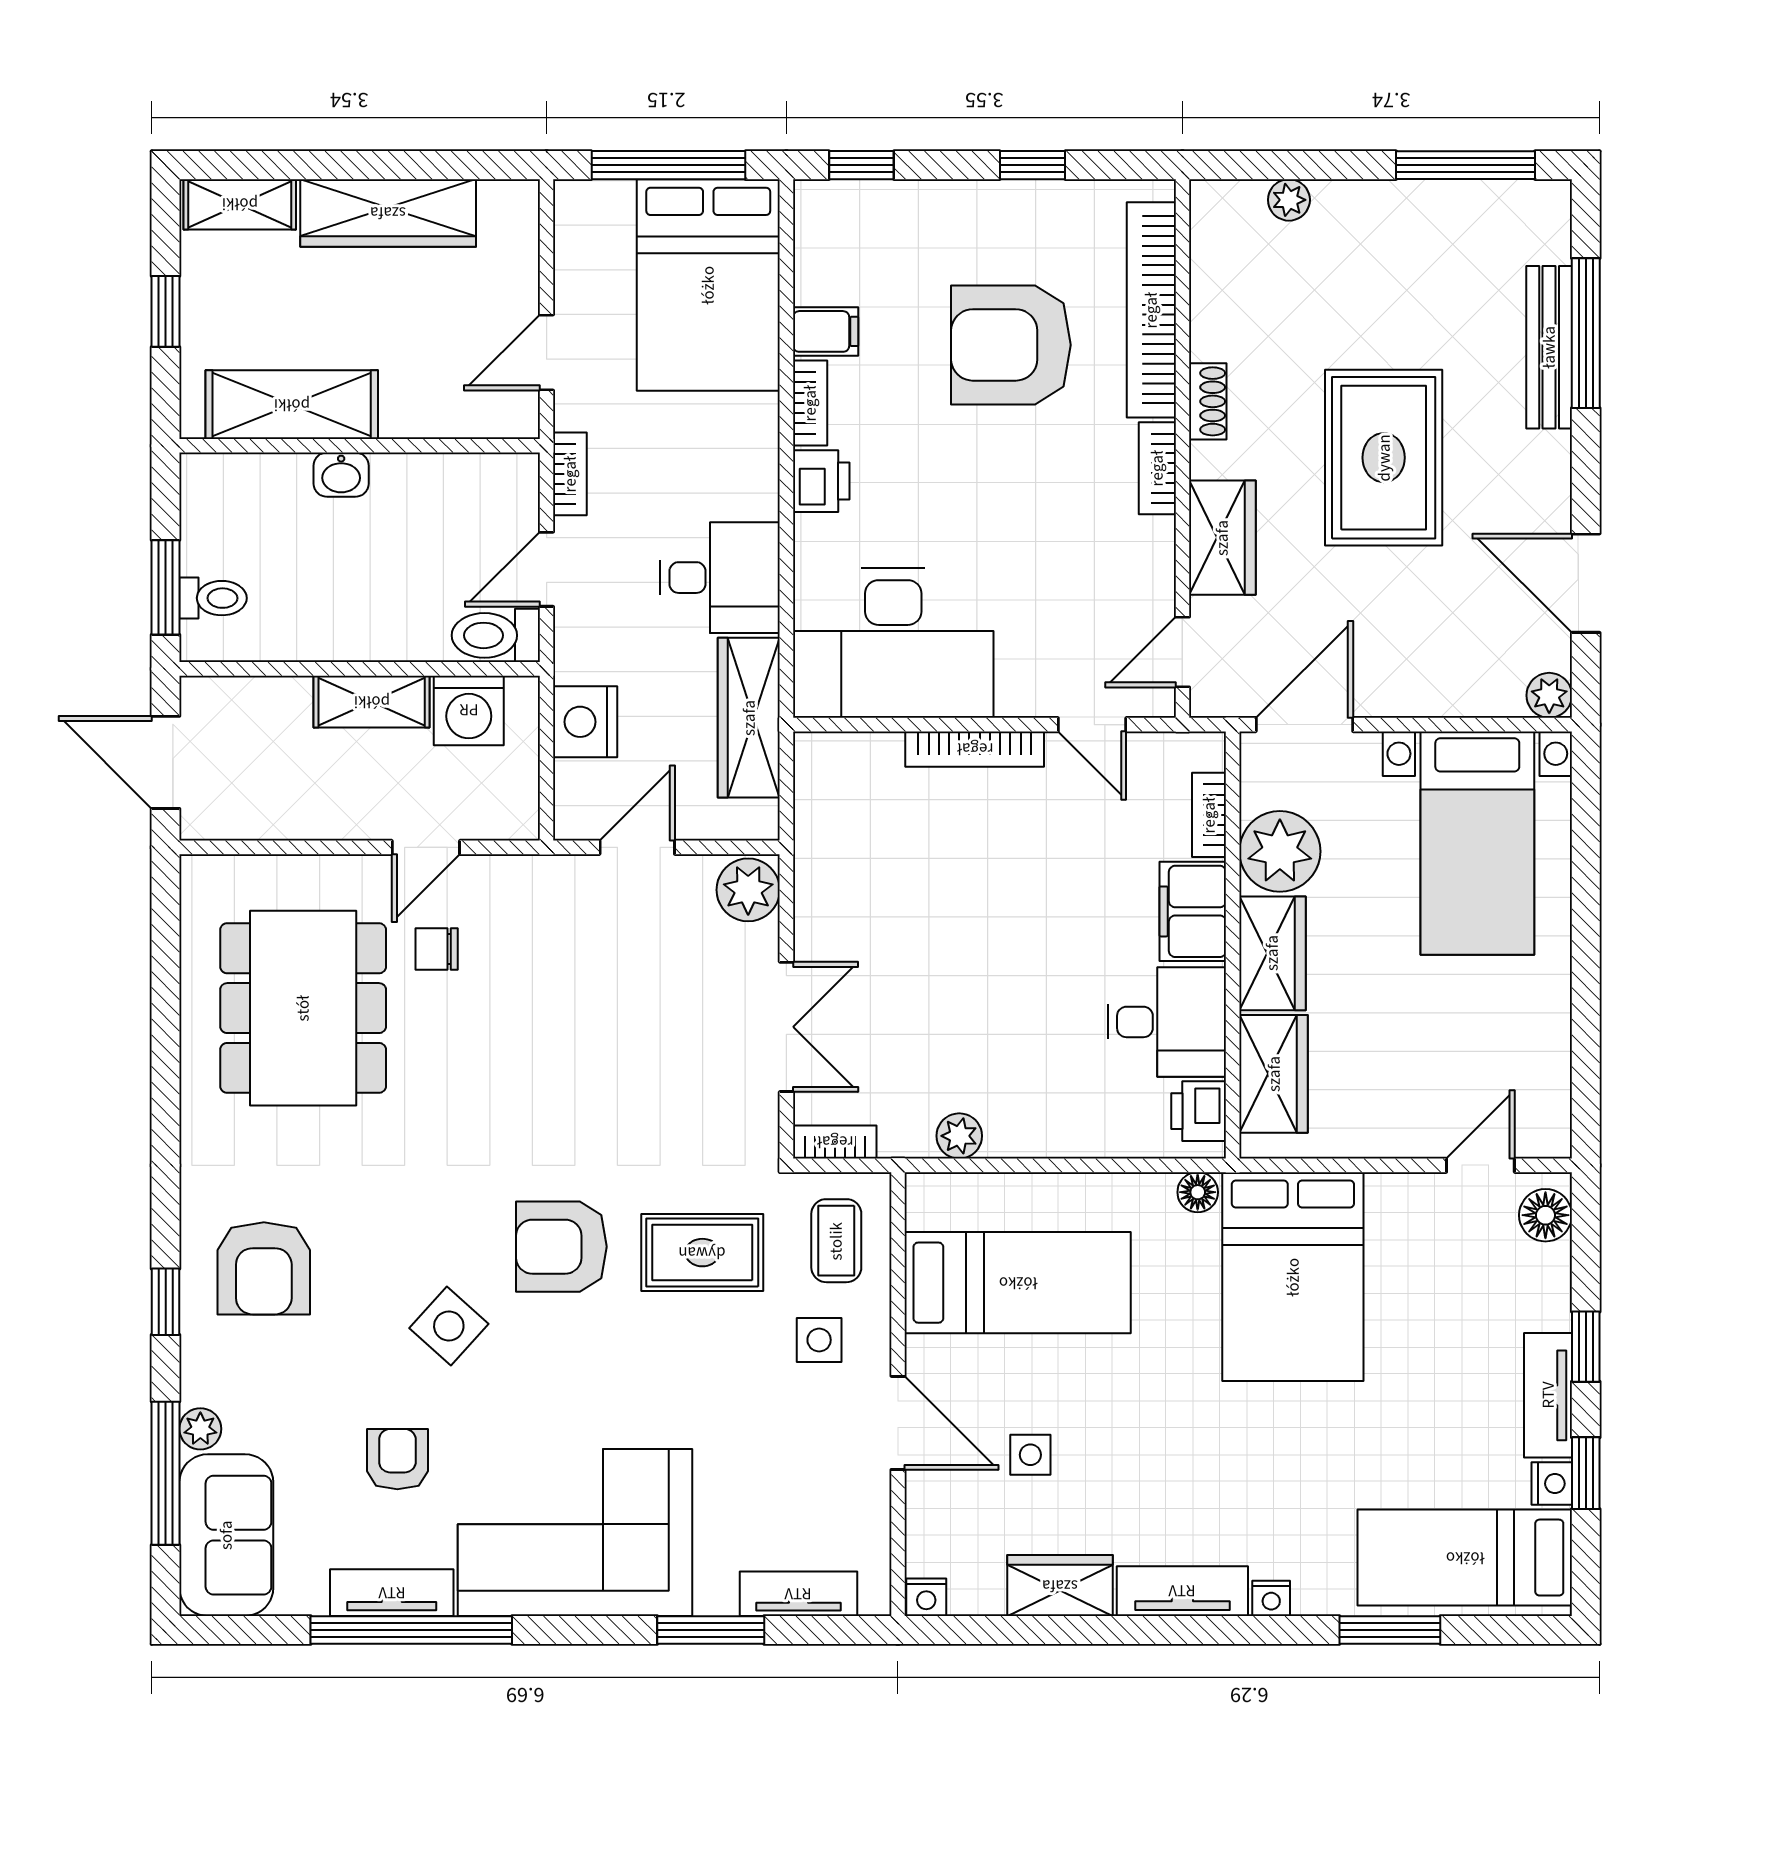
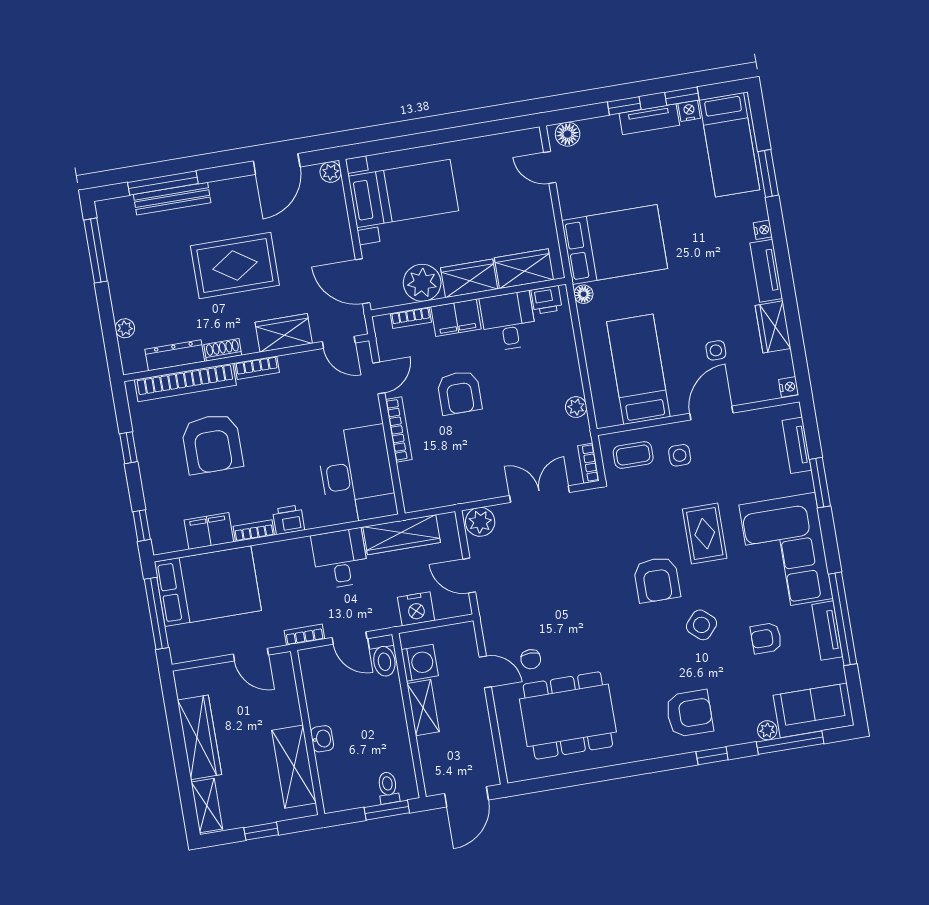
dresser: (1213, 297) -> (175, 355), added
filing cabinet: (826, 331) -> (209, 531), width x2.00
armchair: (1032, 892) -> (459, 393), added
rug: (702, 1253) -> (705, 534), moved

